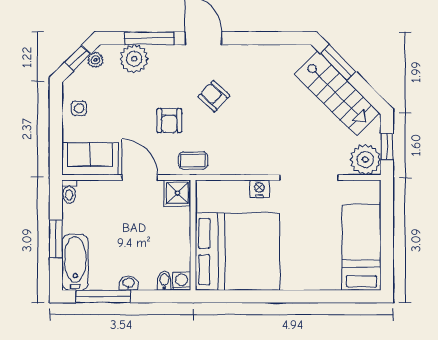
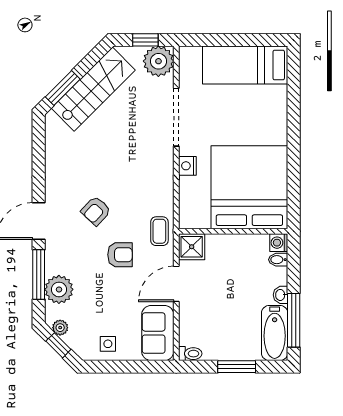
bathtub: (75, 262) -> (275, 333), moved, turned -90

